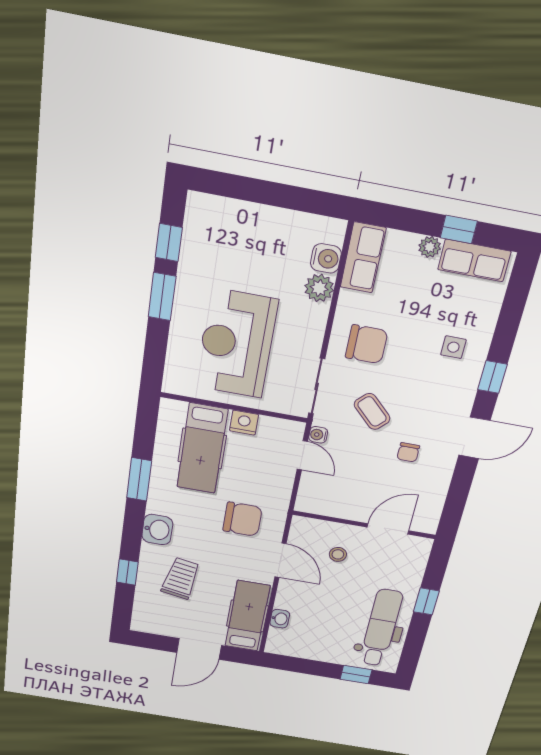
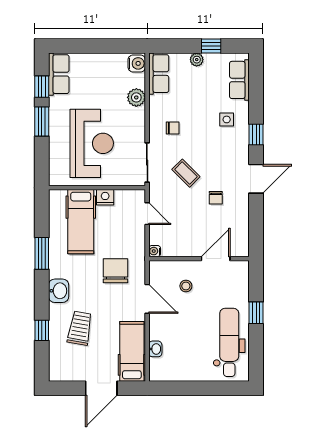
row of seats: (200, 228) -> (59, 74), added
water cooler: (326, 258) -> (137, 63), moved
row of seats: (474, 260) -> (239, 80), moved, turned 90
reception desk: (236, 344) -> (92, 143), turned 180
chair: (367, 344) -> (173, 128), width x0.54, depth x0.54
water cooler: (318, 435) -> (155, 251), moved
chair: (242, 519) -> (116, 271), turned -90
window: (356, 674) -> (220, 388), removed

